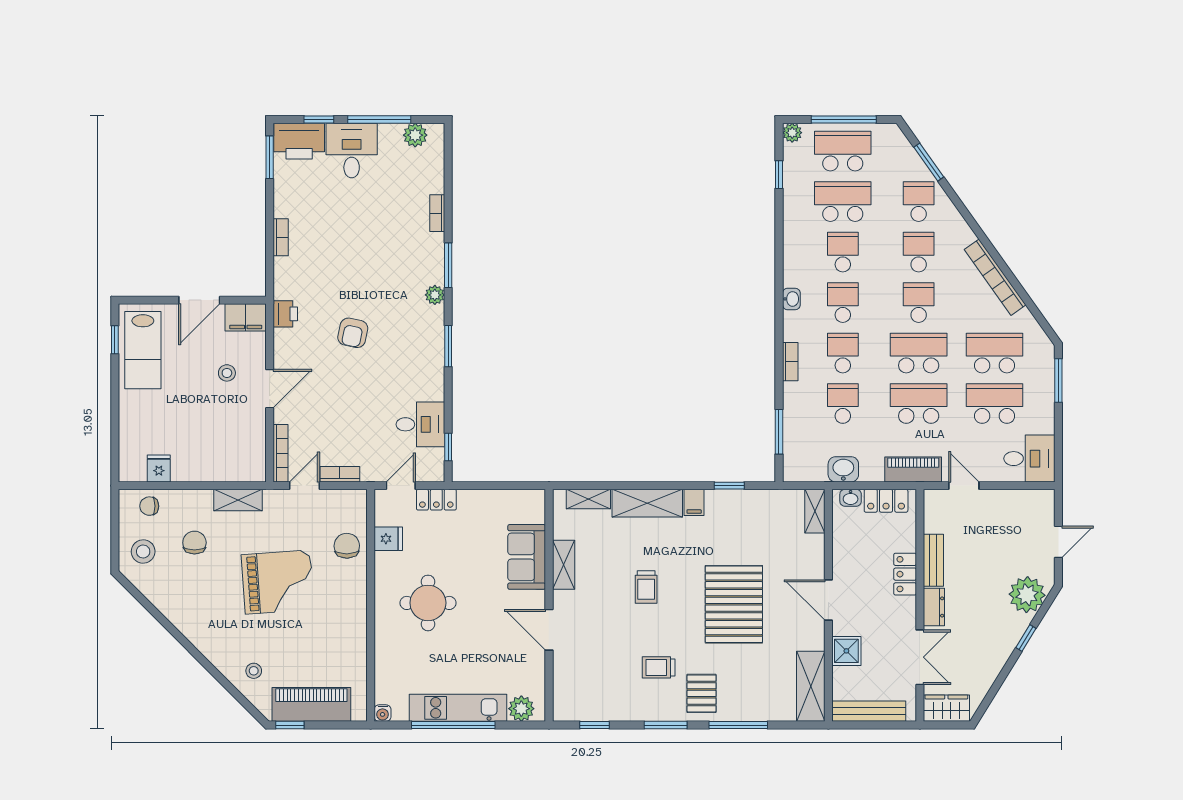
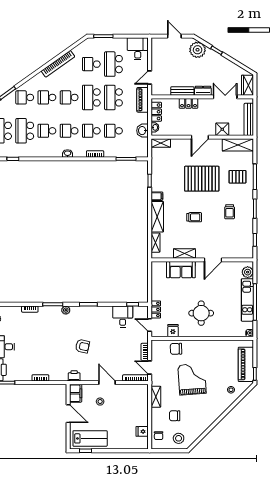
school desk: (995, 353) -> (91, 64), width x0.54
pallet: (702, 693) -> (237, 177), moved

